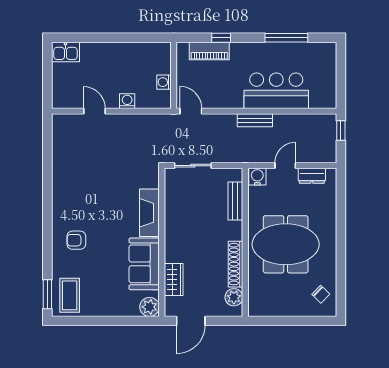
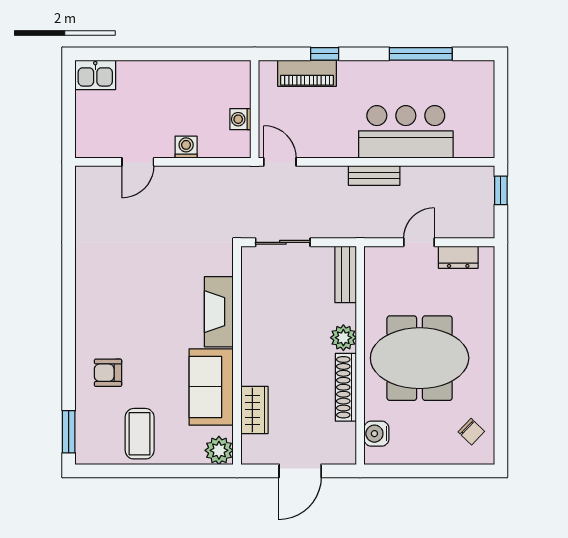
door: (94, 111) -> (138, 162), swing flipped
water cooler: (257, 177) -> (376, 434), moved, turned -90
bench: (235, 201) -> (346, 274), moved
armchair: (76, 240) -> (108, 373), moved
coffee table: (70, 295) -> (140, 434), moved
plant: (234, 297) -> (343, 338), moved
door: (191, 321) -> (300, 471), moved

